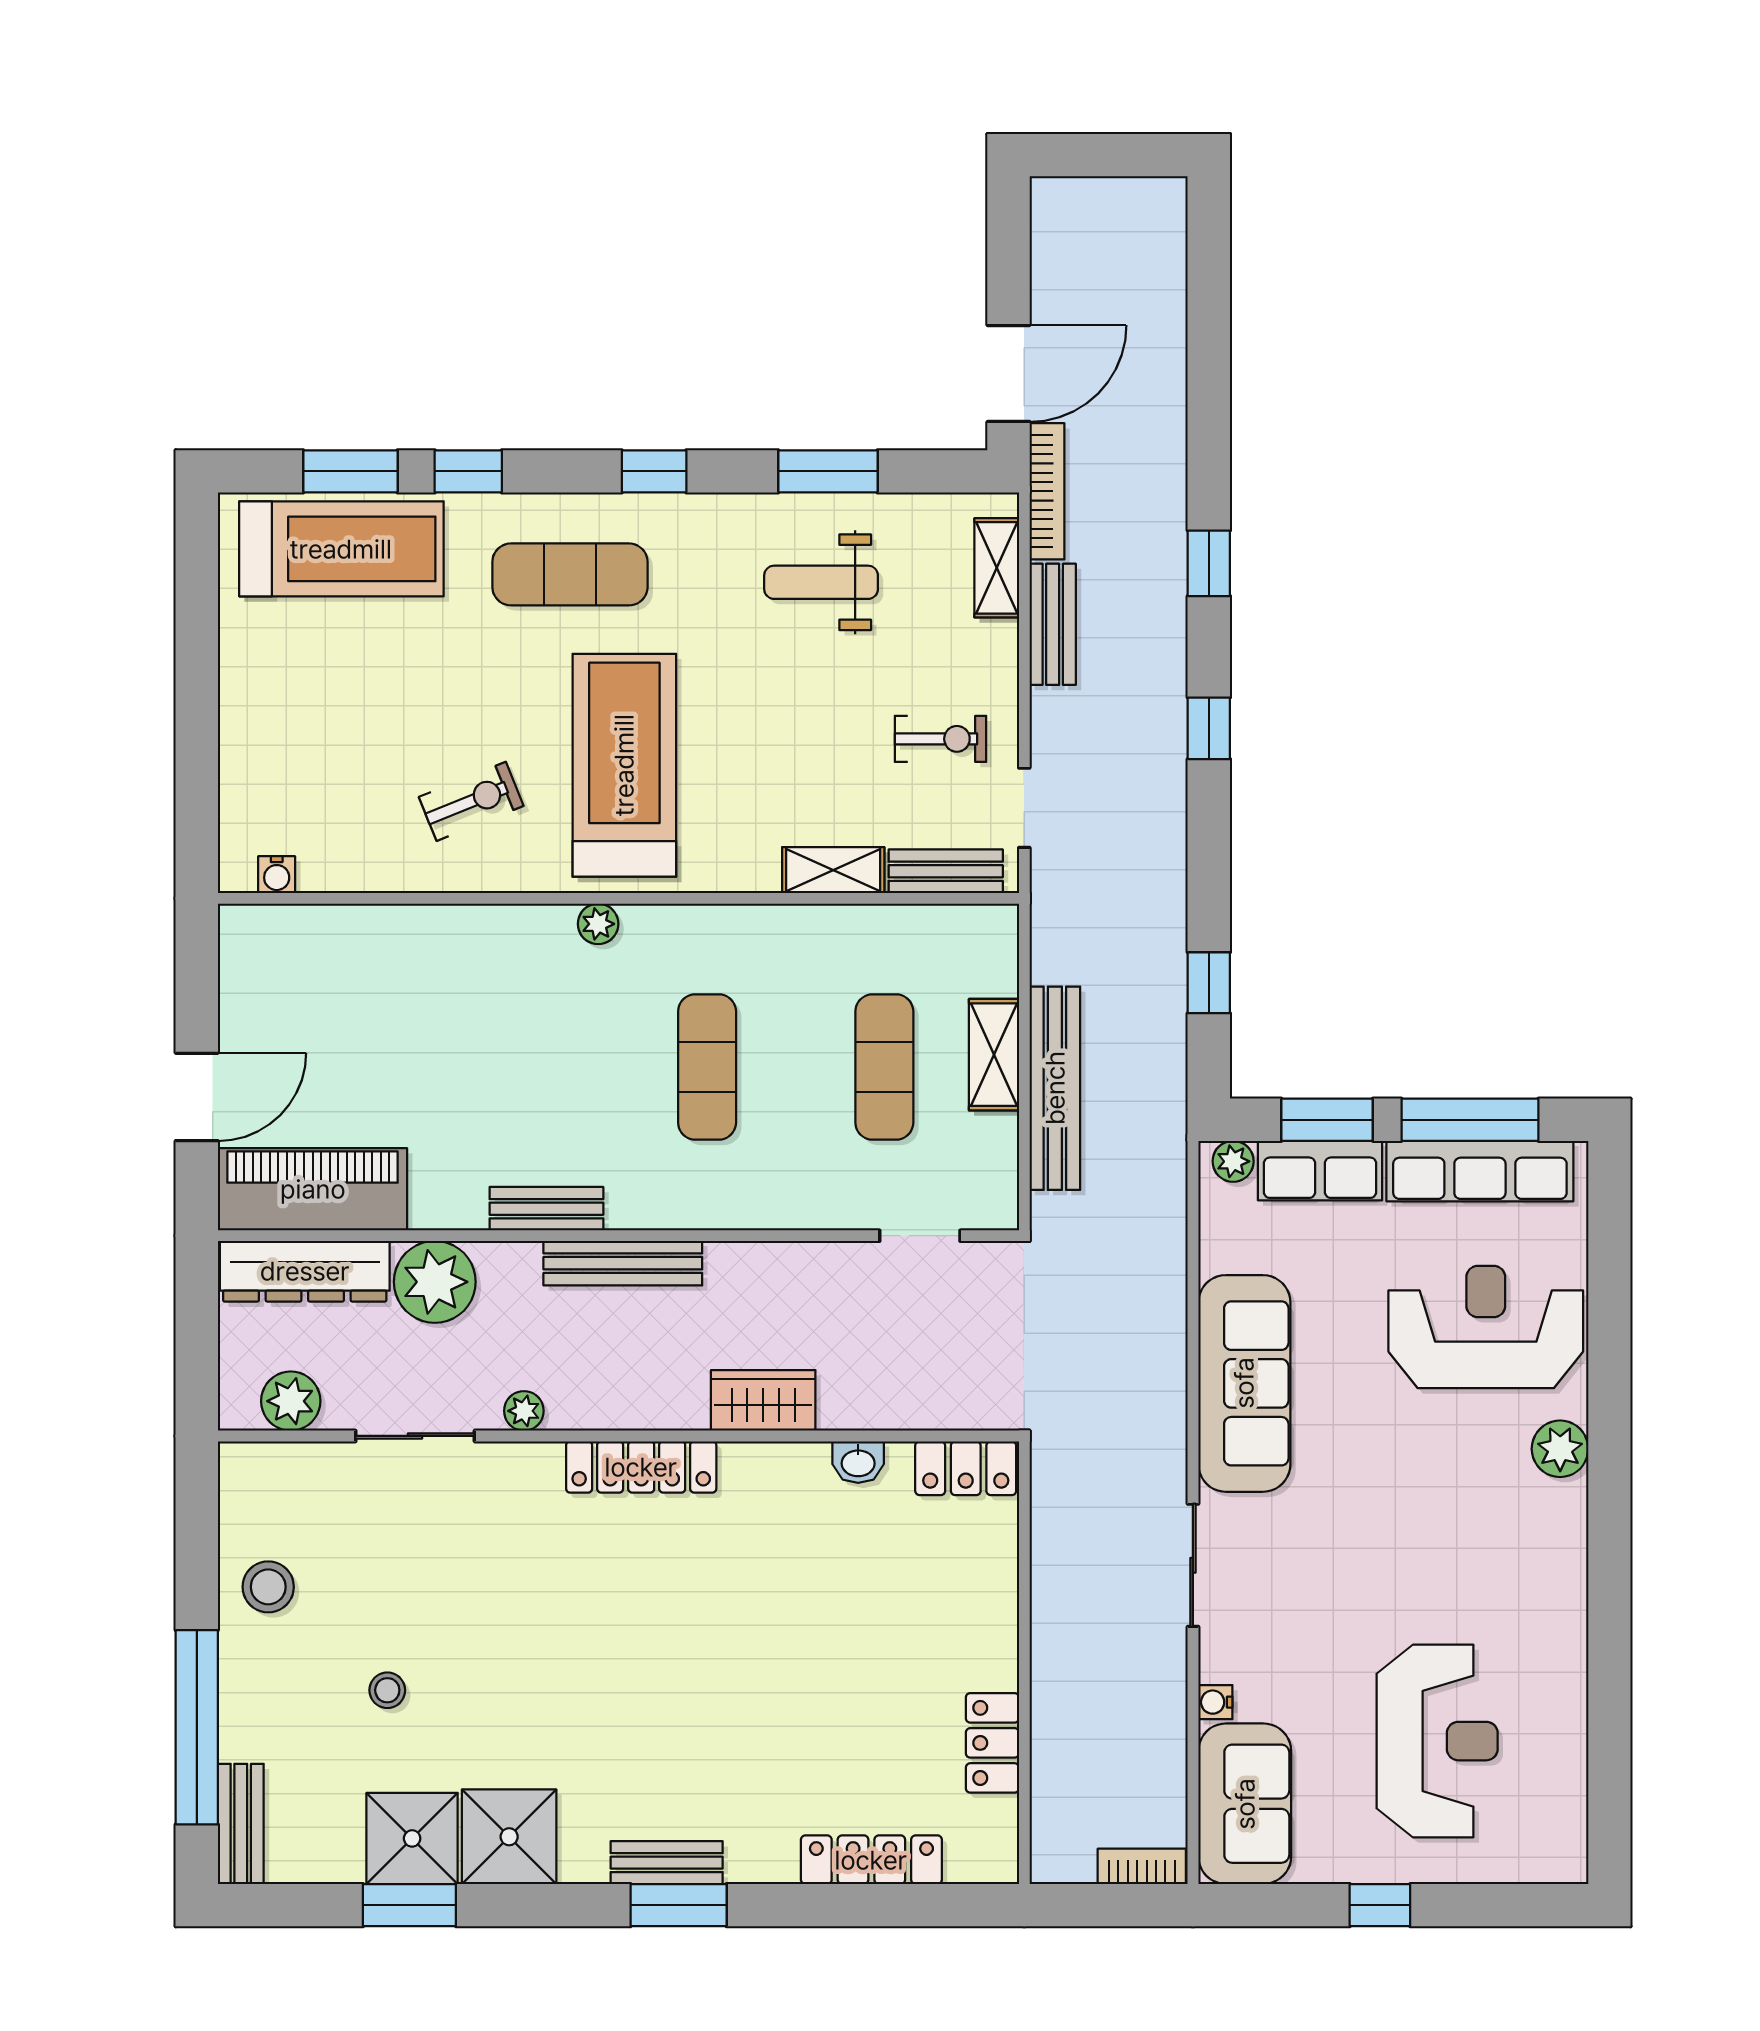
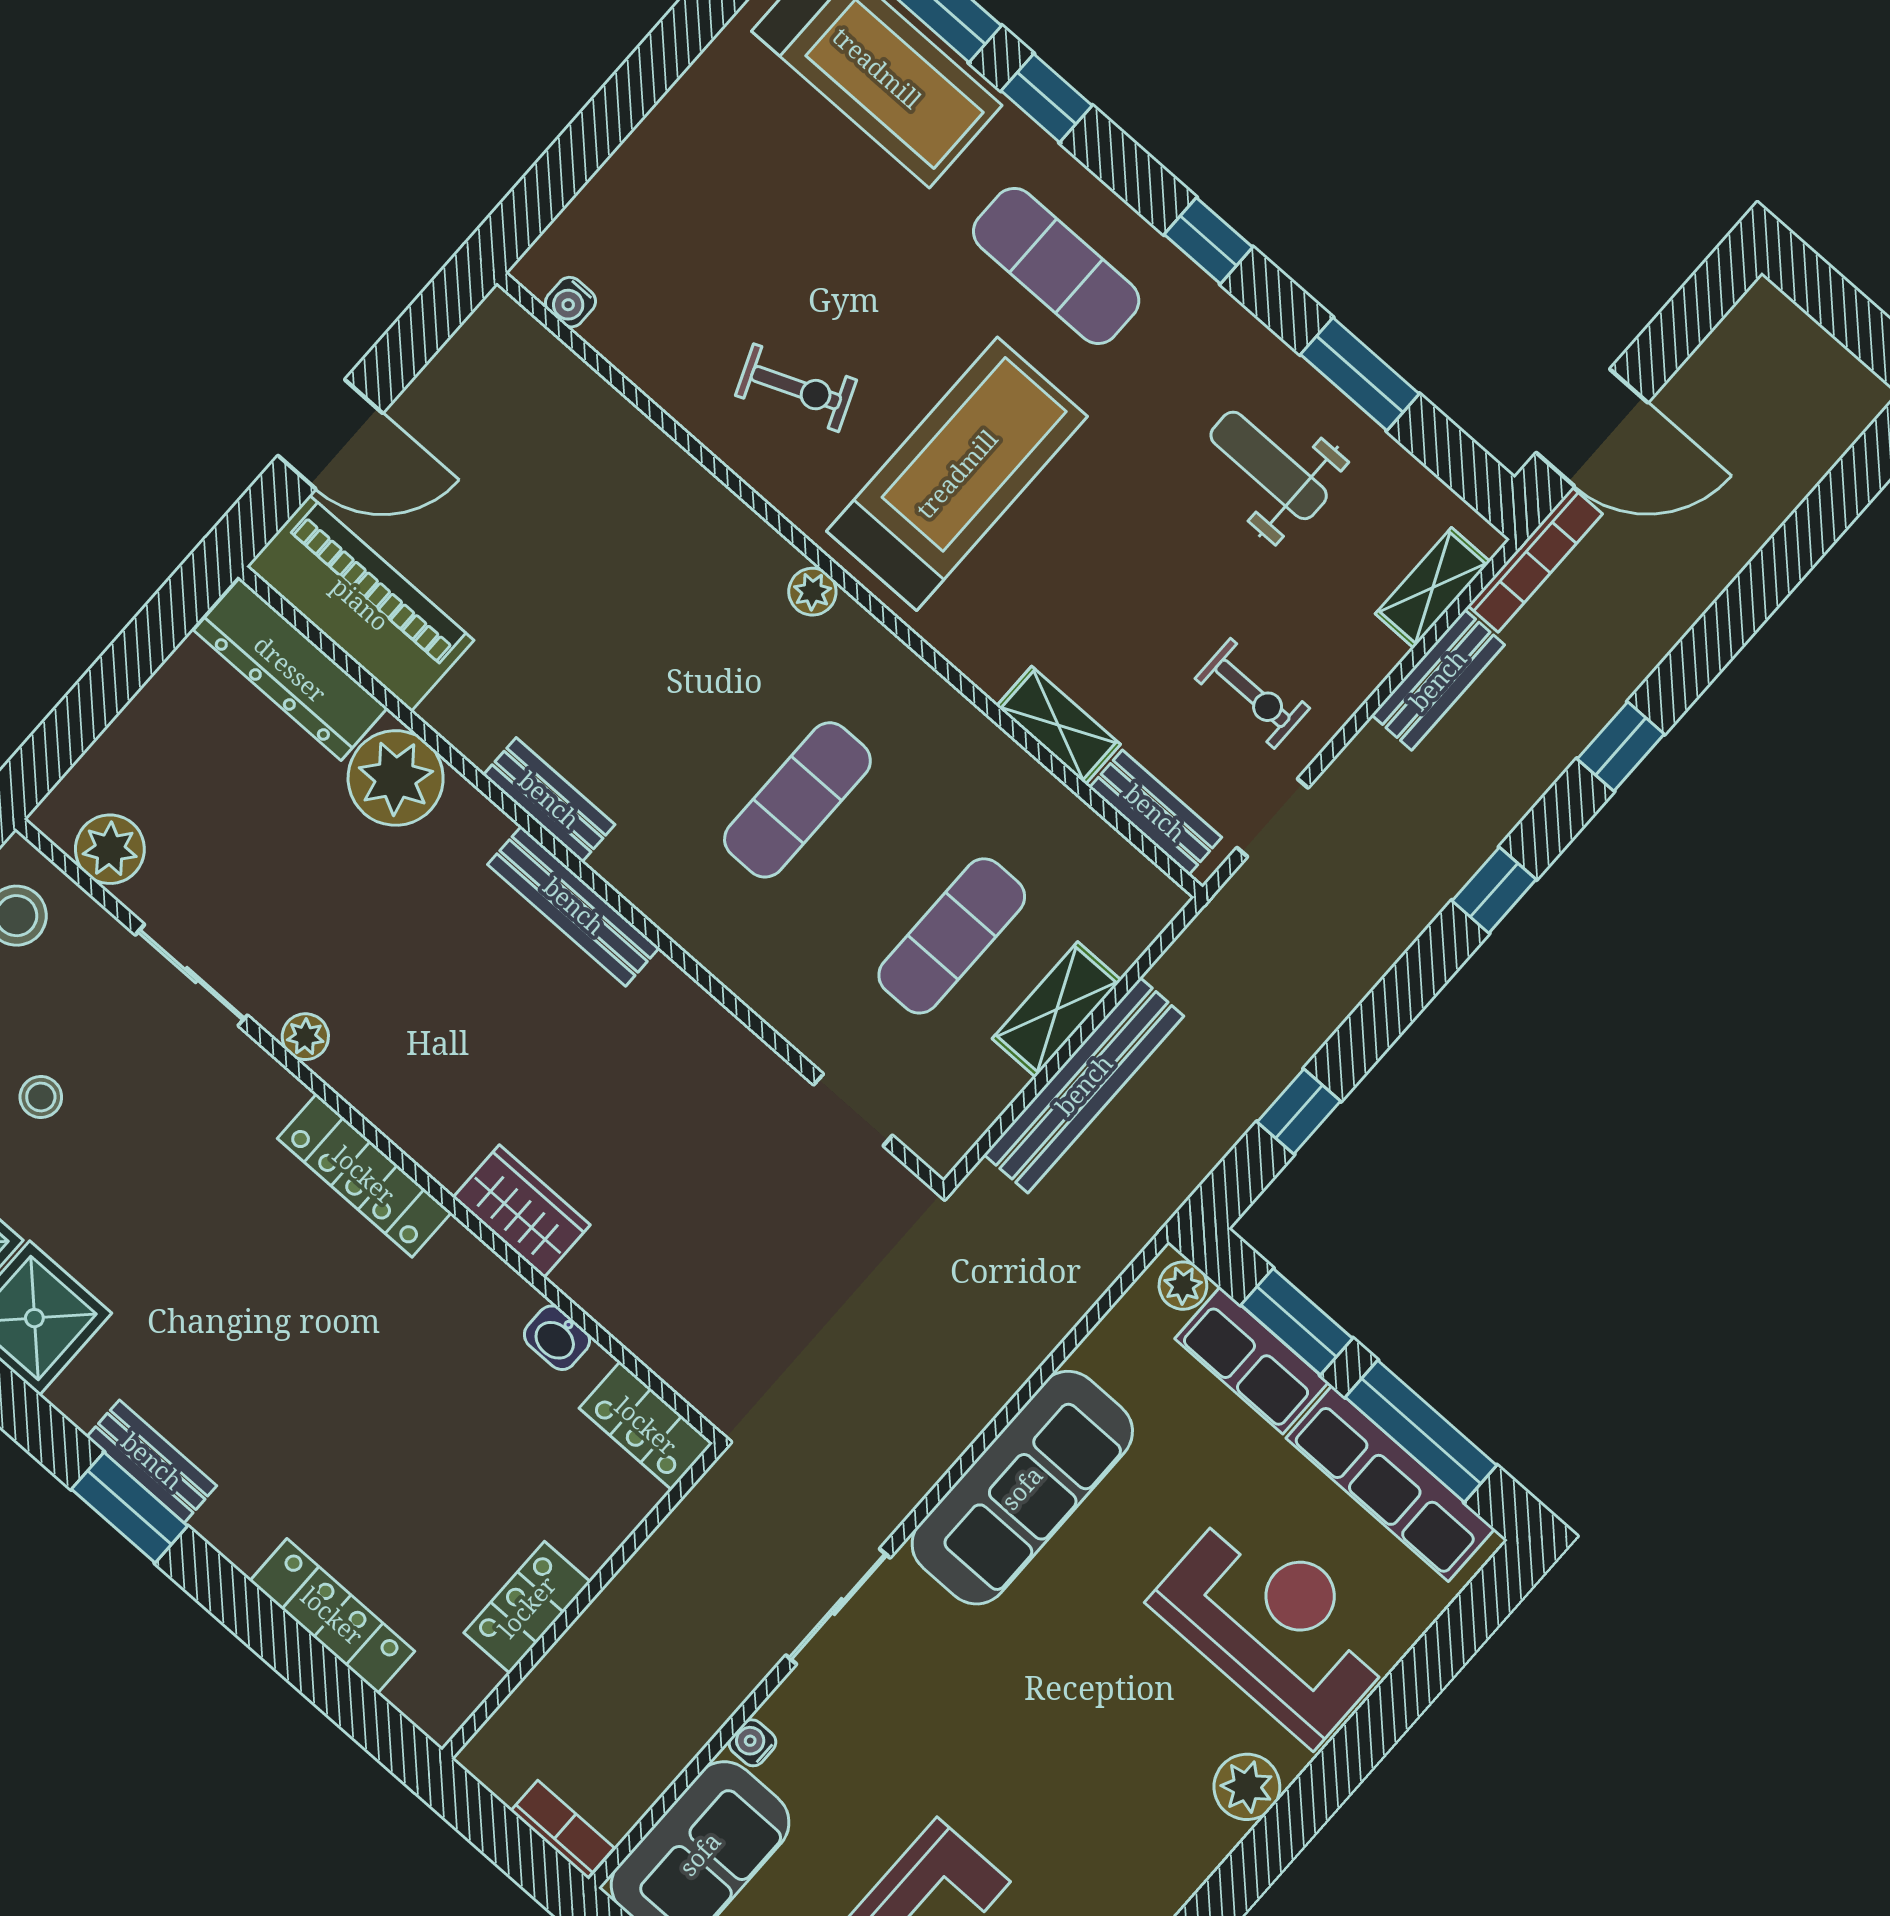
wardrobe: (763, 1400) -> (522, 1211), moved
plant: (291, 1401) -> (110, 849), moved
plant: (524, 1411) -> (305, 1037), moved
sliding door: (415, 1436) -> (191, 975), moved
wall: (618, 1436) -> (368, 1131), moved
washbasin: (858, 1462) -> (557, 1338), moved
locker: (641, 1467) -> (364, 1175), moved
locker: (966, 1468) -> (646, 1426), moved

